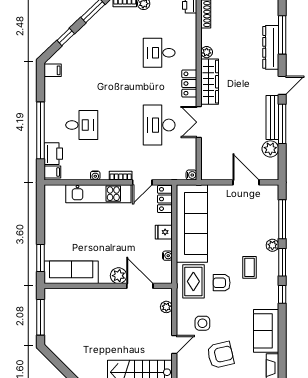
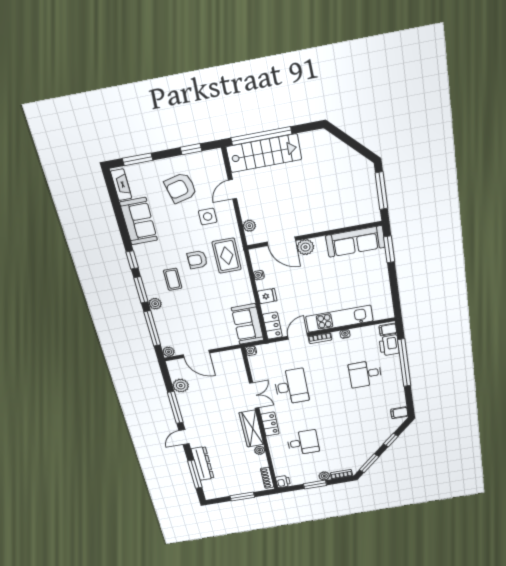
bench: (272, 117) -> (186, 411), removed
plant: (273, 190) -> (169, 352), added
sofa: (192, 223) -> (248, 324), width x0.54, depth x0.79
armchair: (222, 283) -> (197, 260), turned 180

